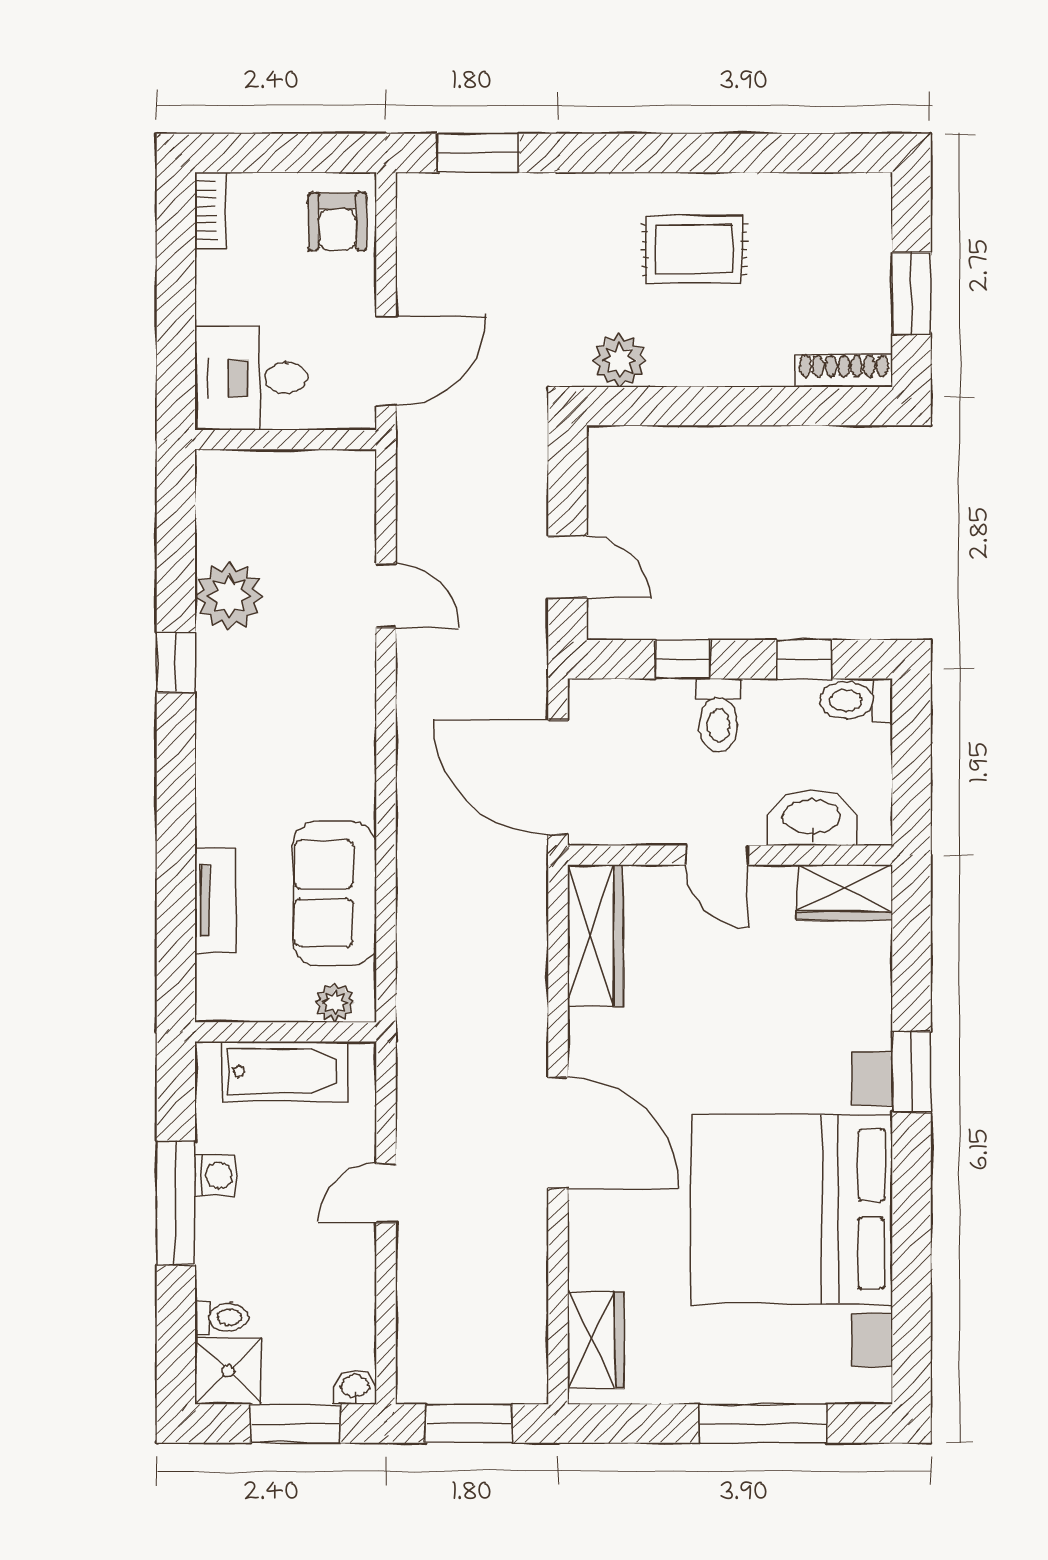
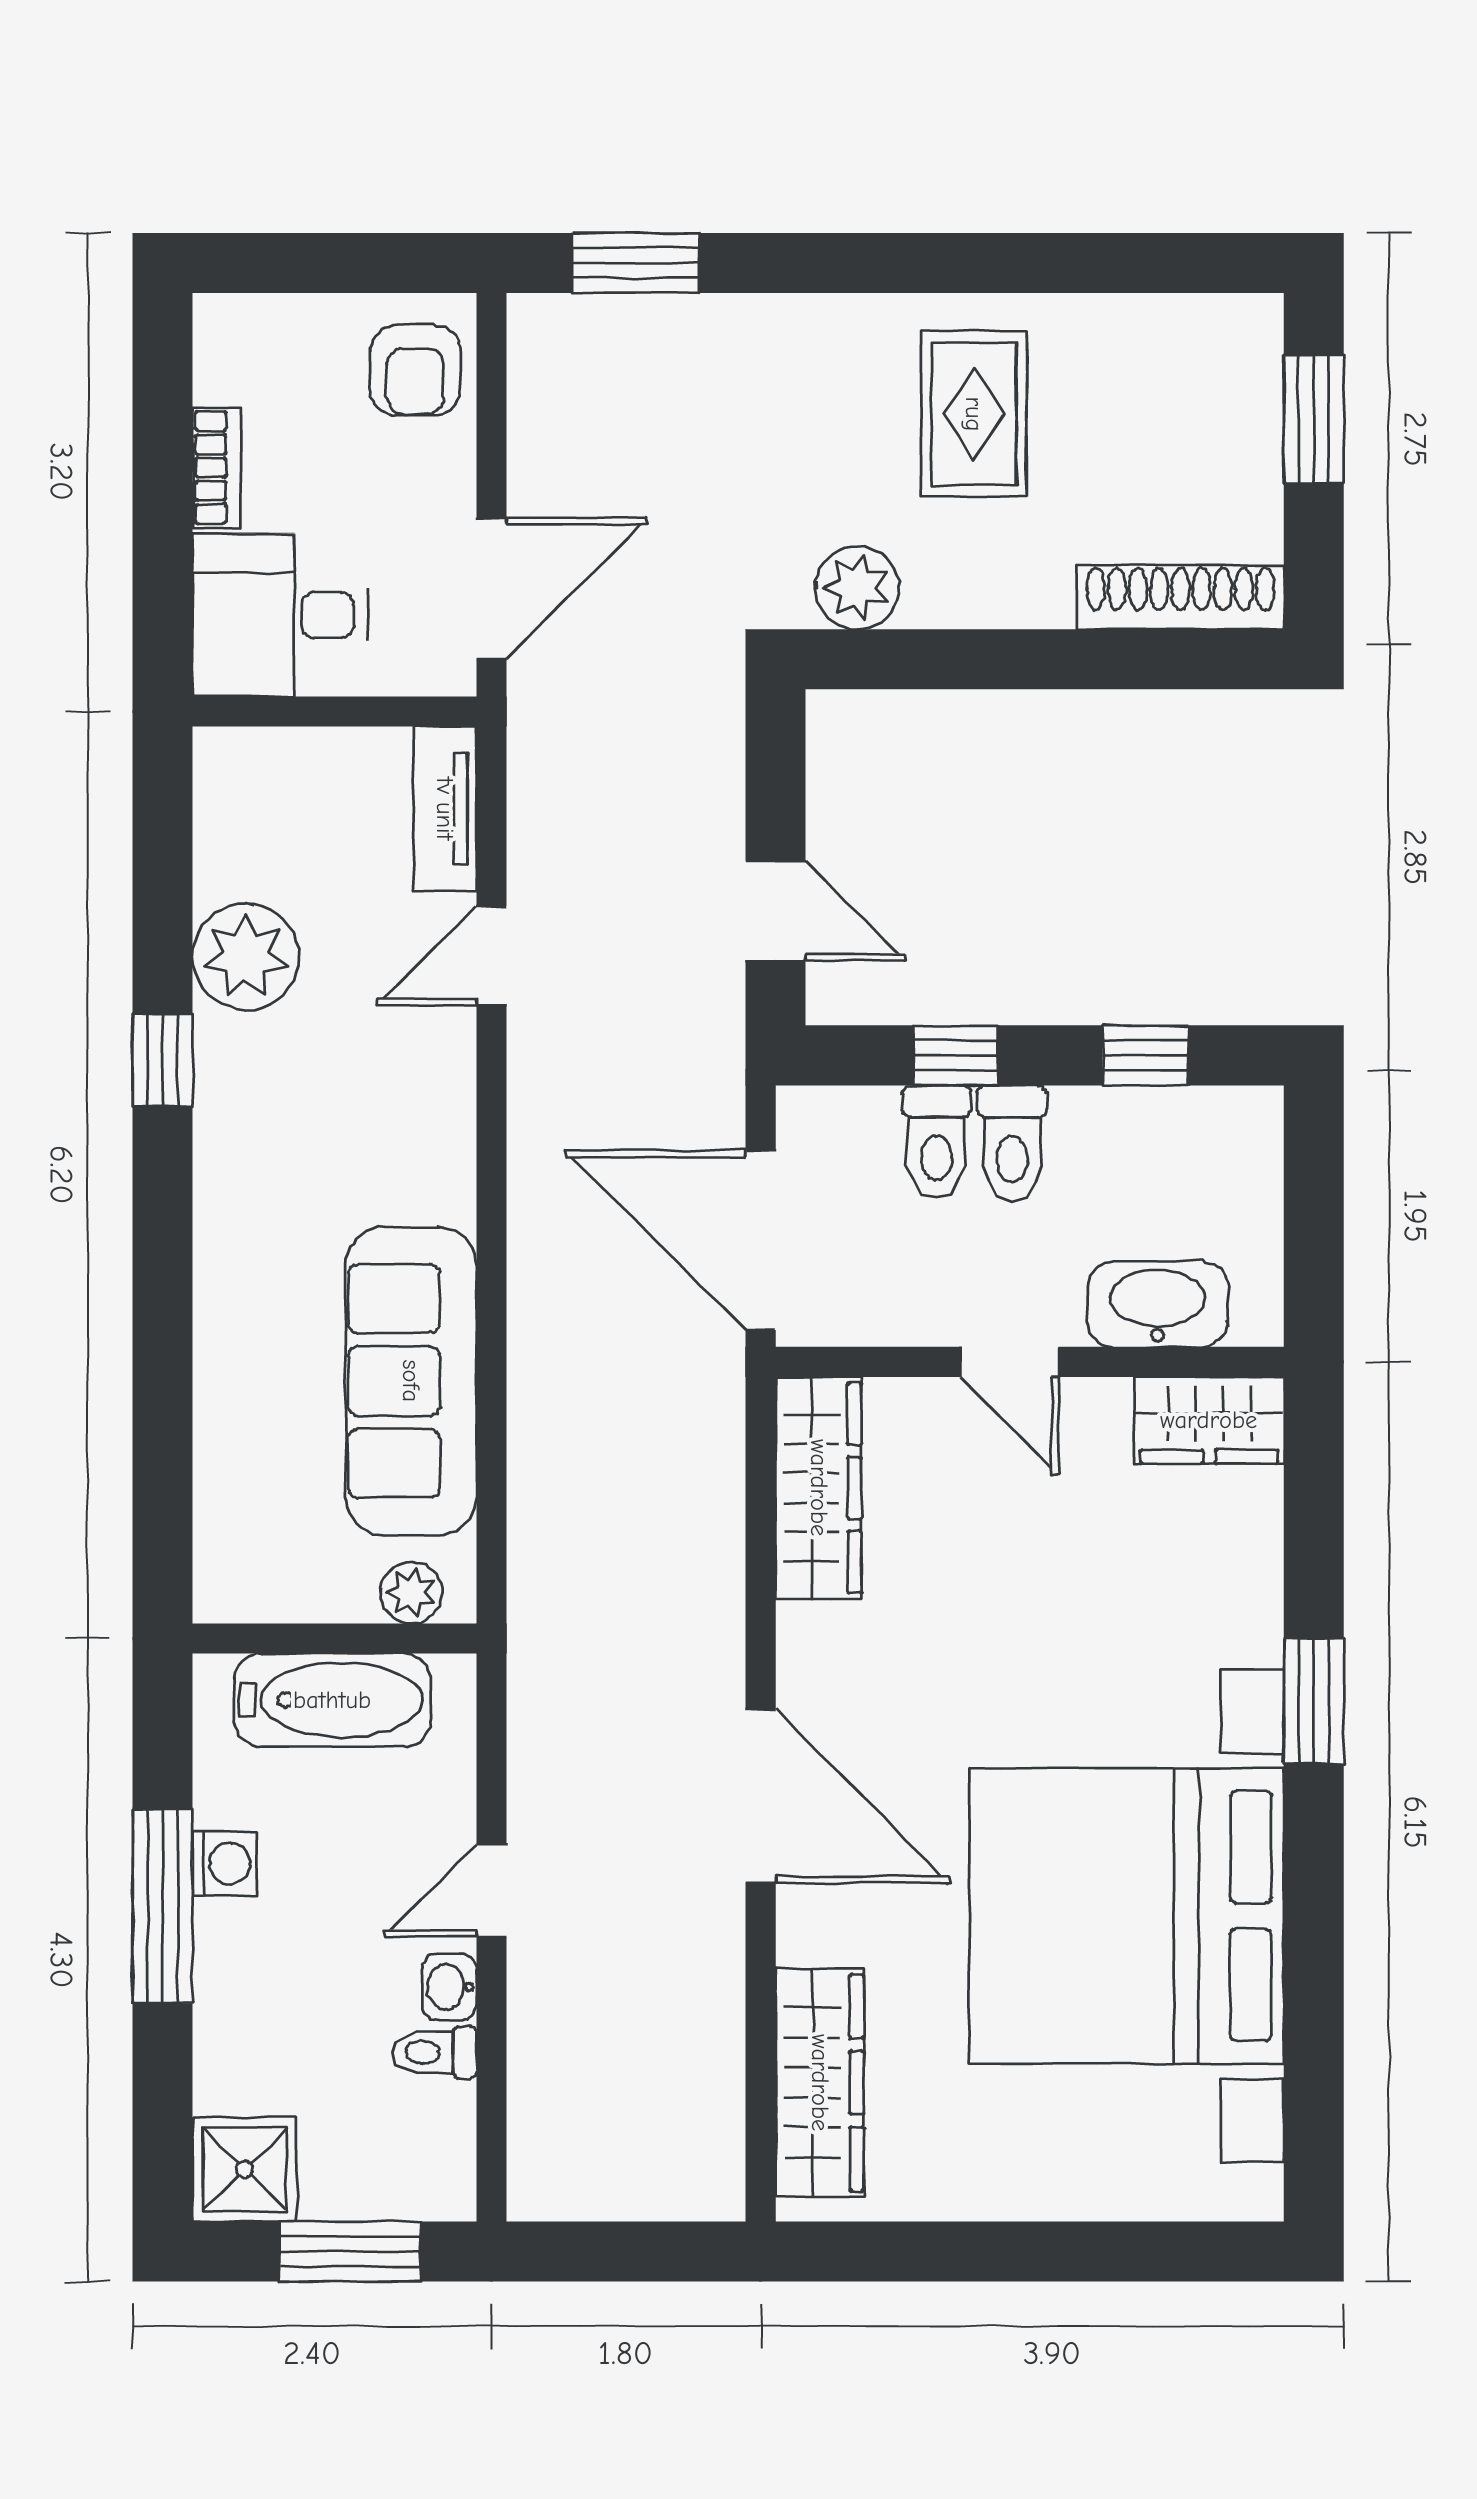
bookcase: (210, 211) -> (217, 468), moved
rug: (694, 249) -> (974, 414), turned 90
window: (911, 293) -> (1314, 419), moved
shoe rack: (844, 370) -> (1180, 597), width x1.36, depth x1.24
door: (386, 596) -> (491, 956), swing flipped
toilet: (856, 700) -> (937, 1142), moved, turned -90
sofa: (335, 893) -> (411, 1381), width x1.36
tv unit: (215, 900) -> (445, 809), moved, turned 180
toilet: (222, 1317) -> (434, 2052), moved, turned 180
wardrobe: (596, 1340) -> (820, 2083), width x1.50
washbasin: (355, 1387) -> (449, 1987), moved, turned -90
window: (469, 1424) -> (621, 2252), removed
window: (763, 1424) -> (1081, 2252), removed

